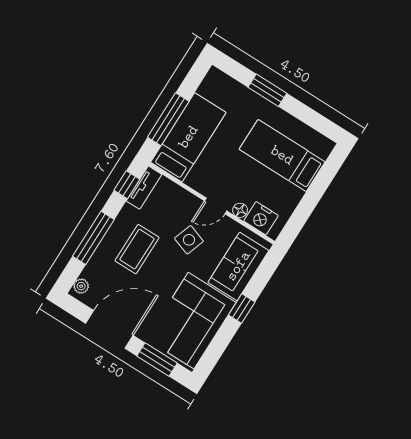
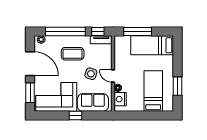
window: (267, 90) -> (178, 86), moved
bed: (188, 137) -> (152, 45), moved, turned 180
window: (93, 238) -> (65, 32), width x1.46

